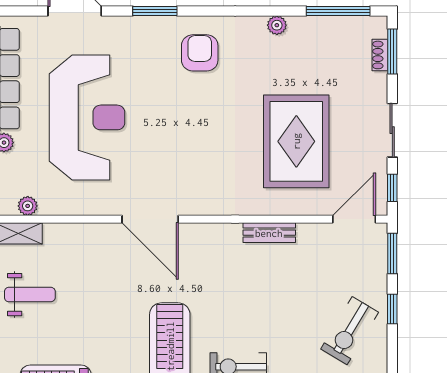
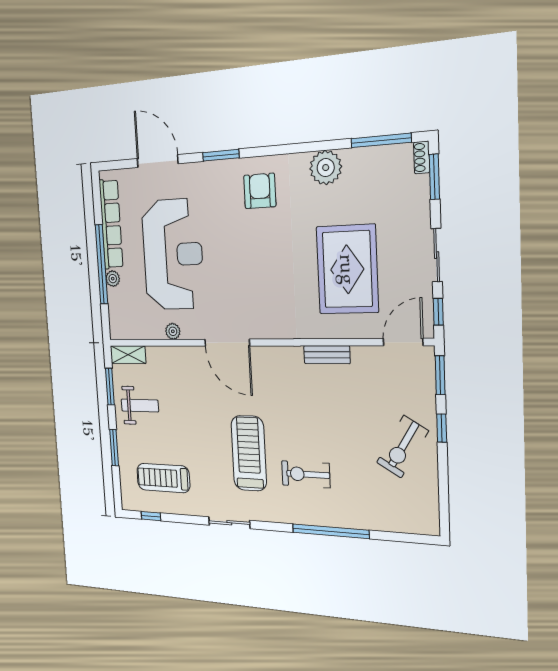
plant: (277, 25) -> (326, 168), width x1.87, depth x1.87
shoe rack: (380, 55) -> (422, 157), moved
plant: (28, 206) -> (173, 331), moved

